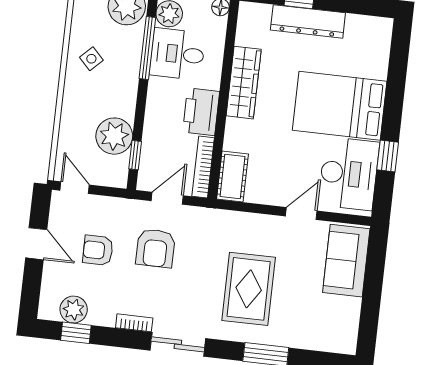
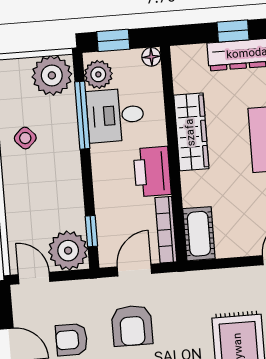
plant: (114, 136) -> (68, 251), moved

